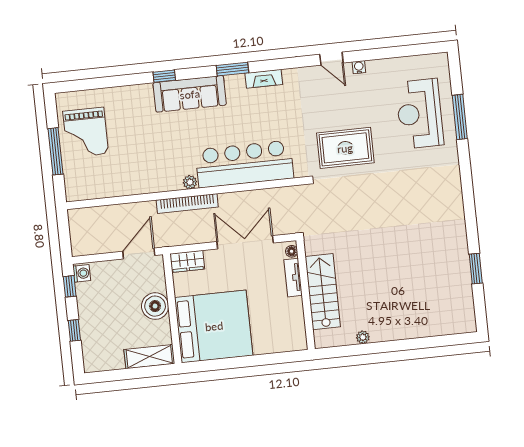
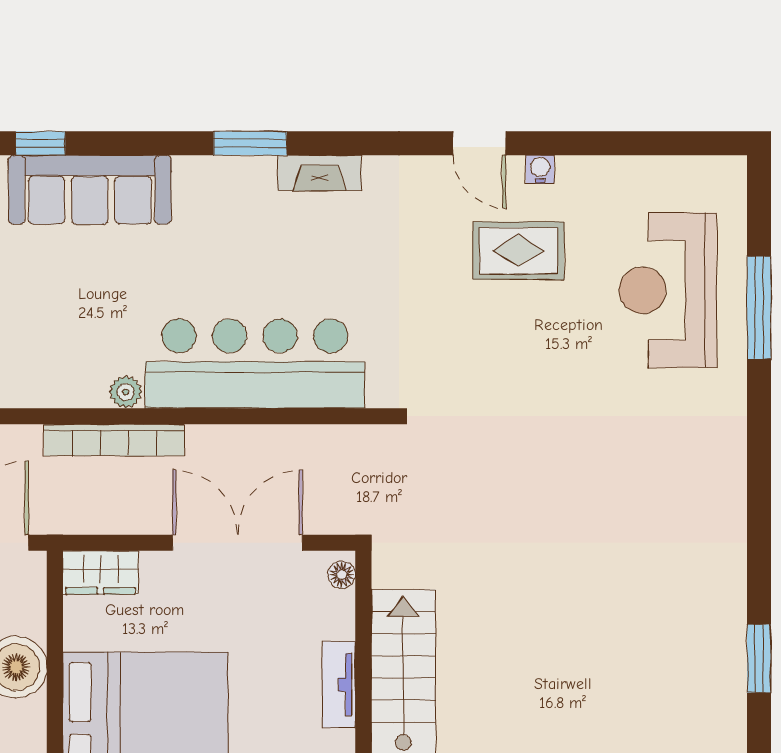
window: (164, 76) -> (40, 143), moved
sofa: (190, 94) -> (90, 190), moved
rug: (345, 148) -> (519, 251), moved, width x0.73, depth x0.70
tv unit: (293, 278) -> (339, 685), moved

